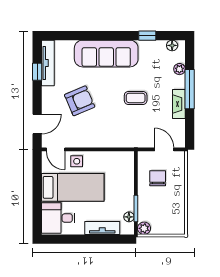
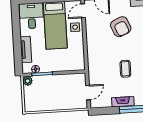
chair: (158, 178) -> (66, 89), removed

